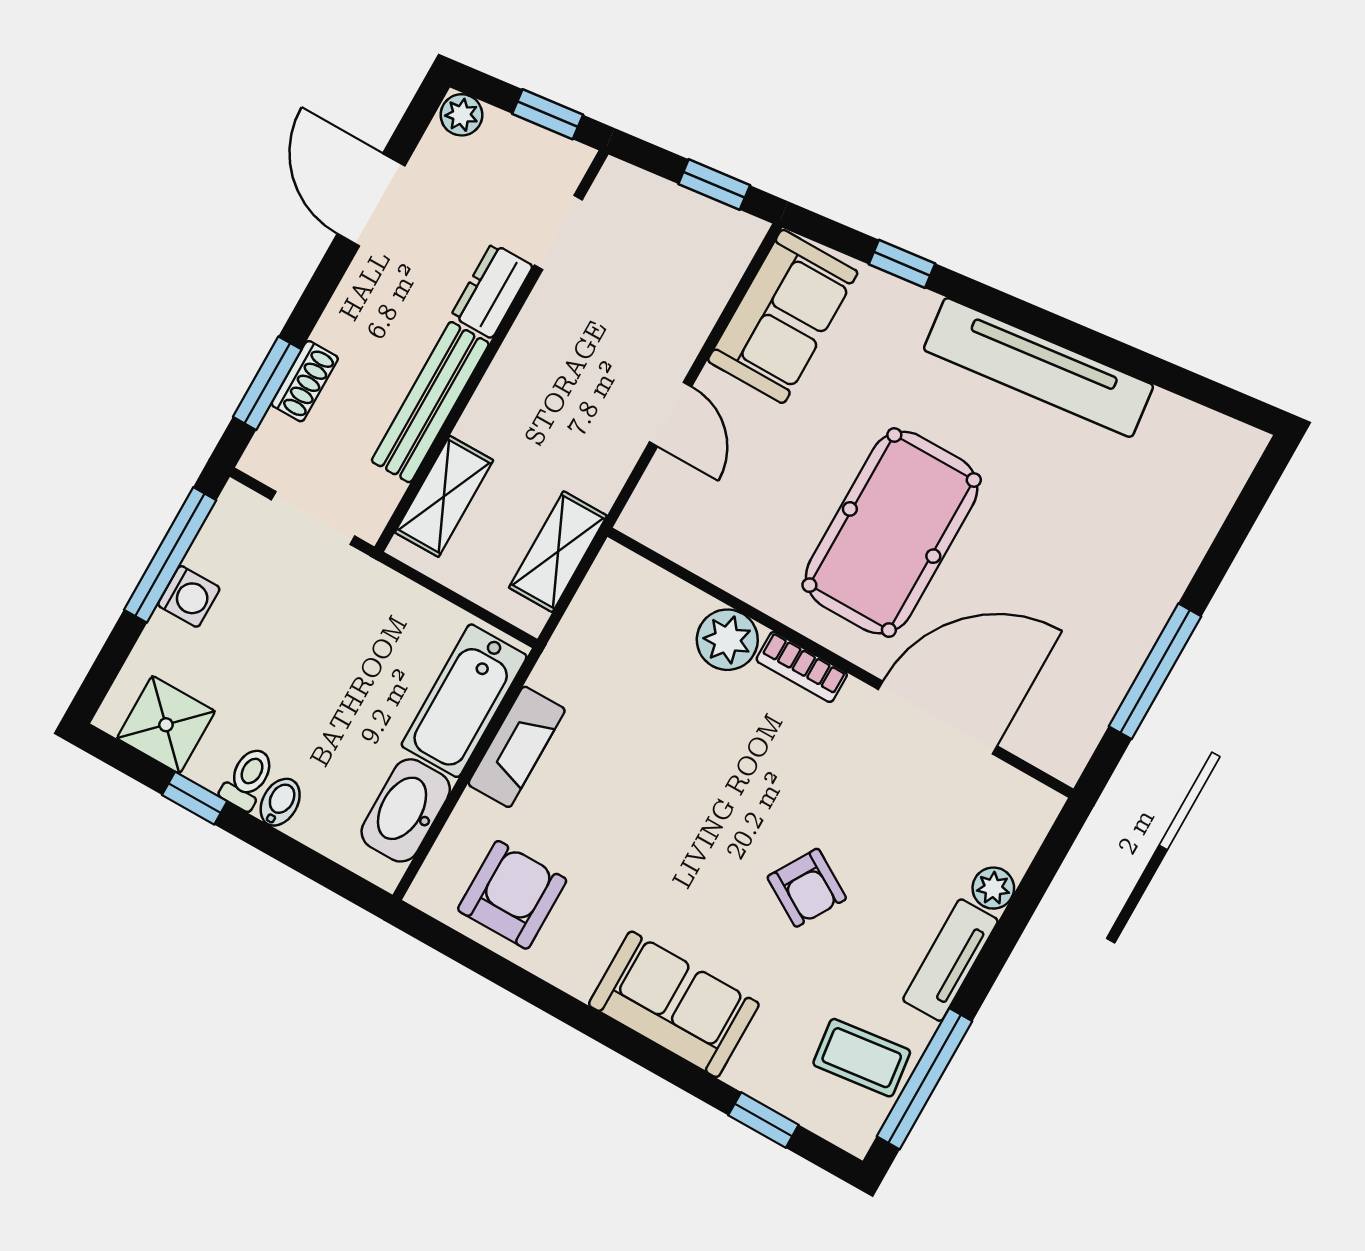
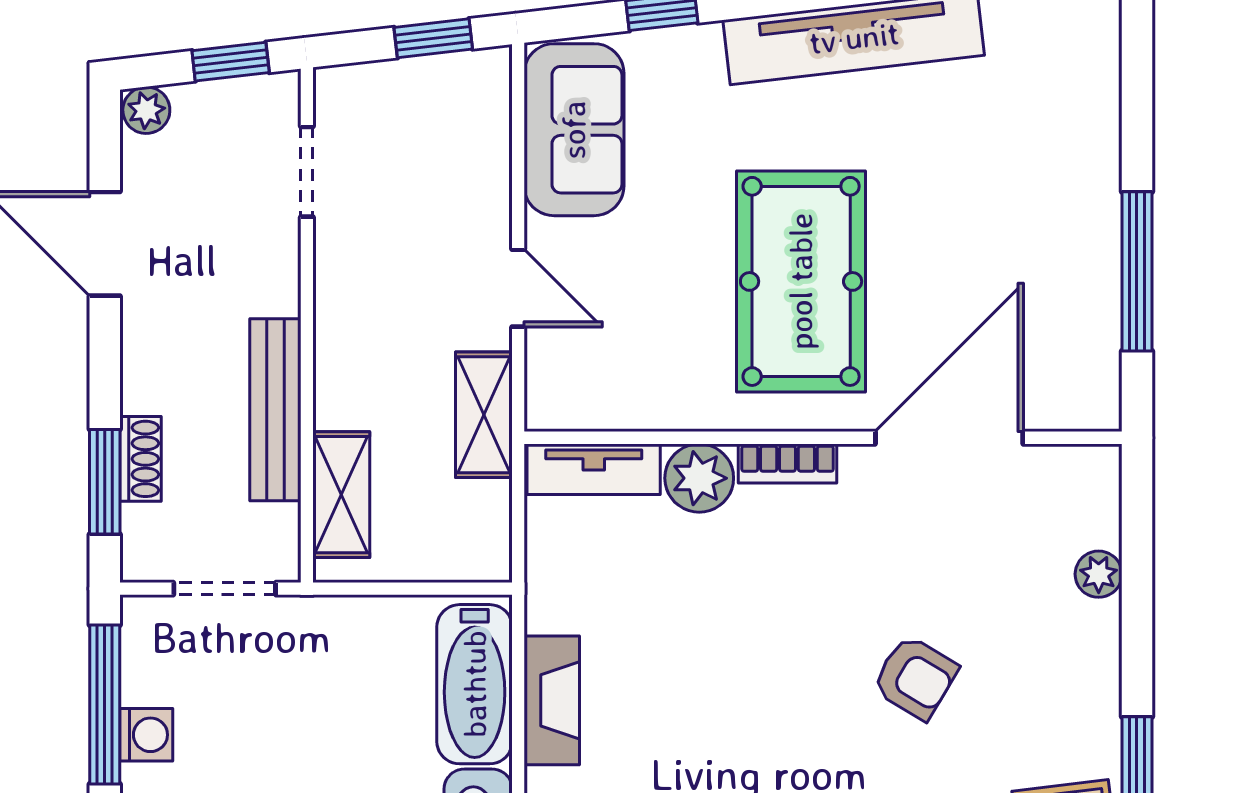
dresser: (492, 291) -> (274, 266), removed
shelving: (558, 552) -> (484, 415), moved
tv unit: (950, 960) -> (594, 469), moved, turned -90

